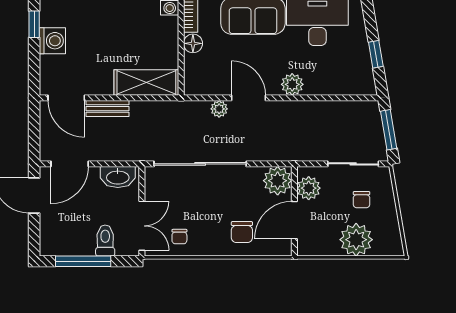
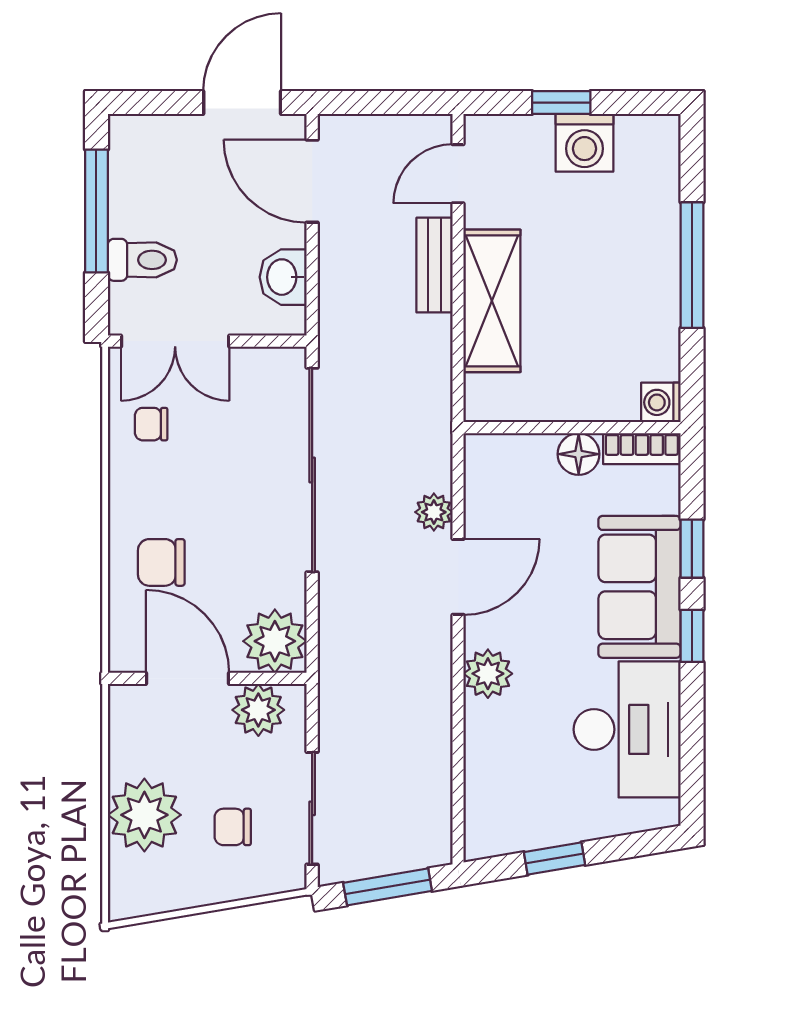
window: (34, 24) -> (561, 103), moved
shelving: (146, 83) -> (492, 301), moved
door: (66, 98) -> (458, 174), width x0.73
washbasin: (118, 177) -> (283, 277), width x0.72

